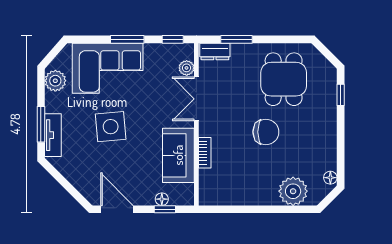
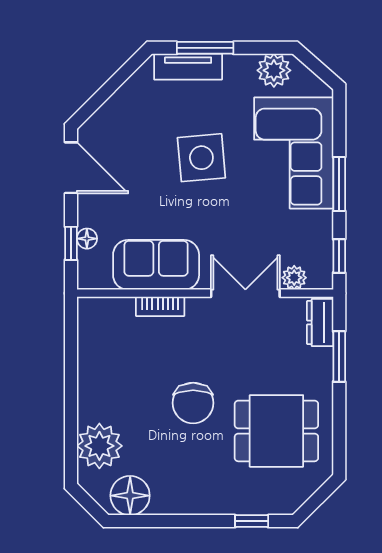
floor lamp: (330, 178) -> (130, 496), width x1.89, depth x1.89
door: (117, 209) -> (71, 168), hinge flipped

